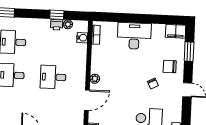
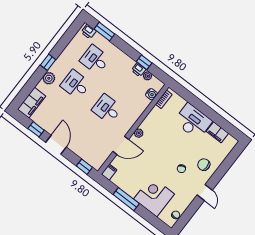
filing cabinet: (176, 31) -> (217, 132), moved
window: (189, 52) -> (227, 164), removed

